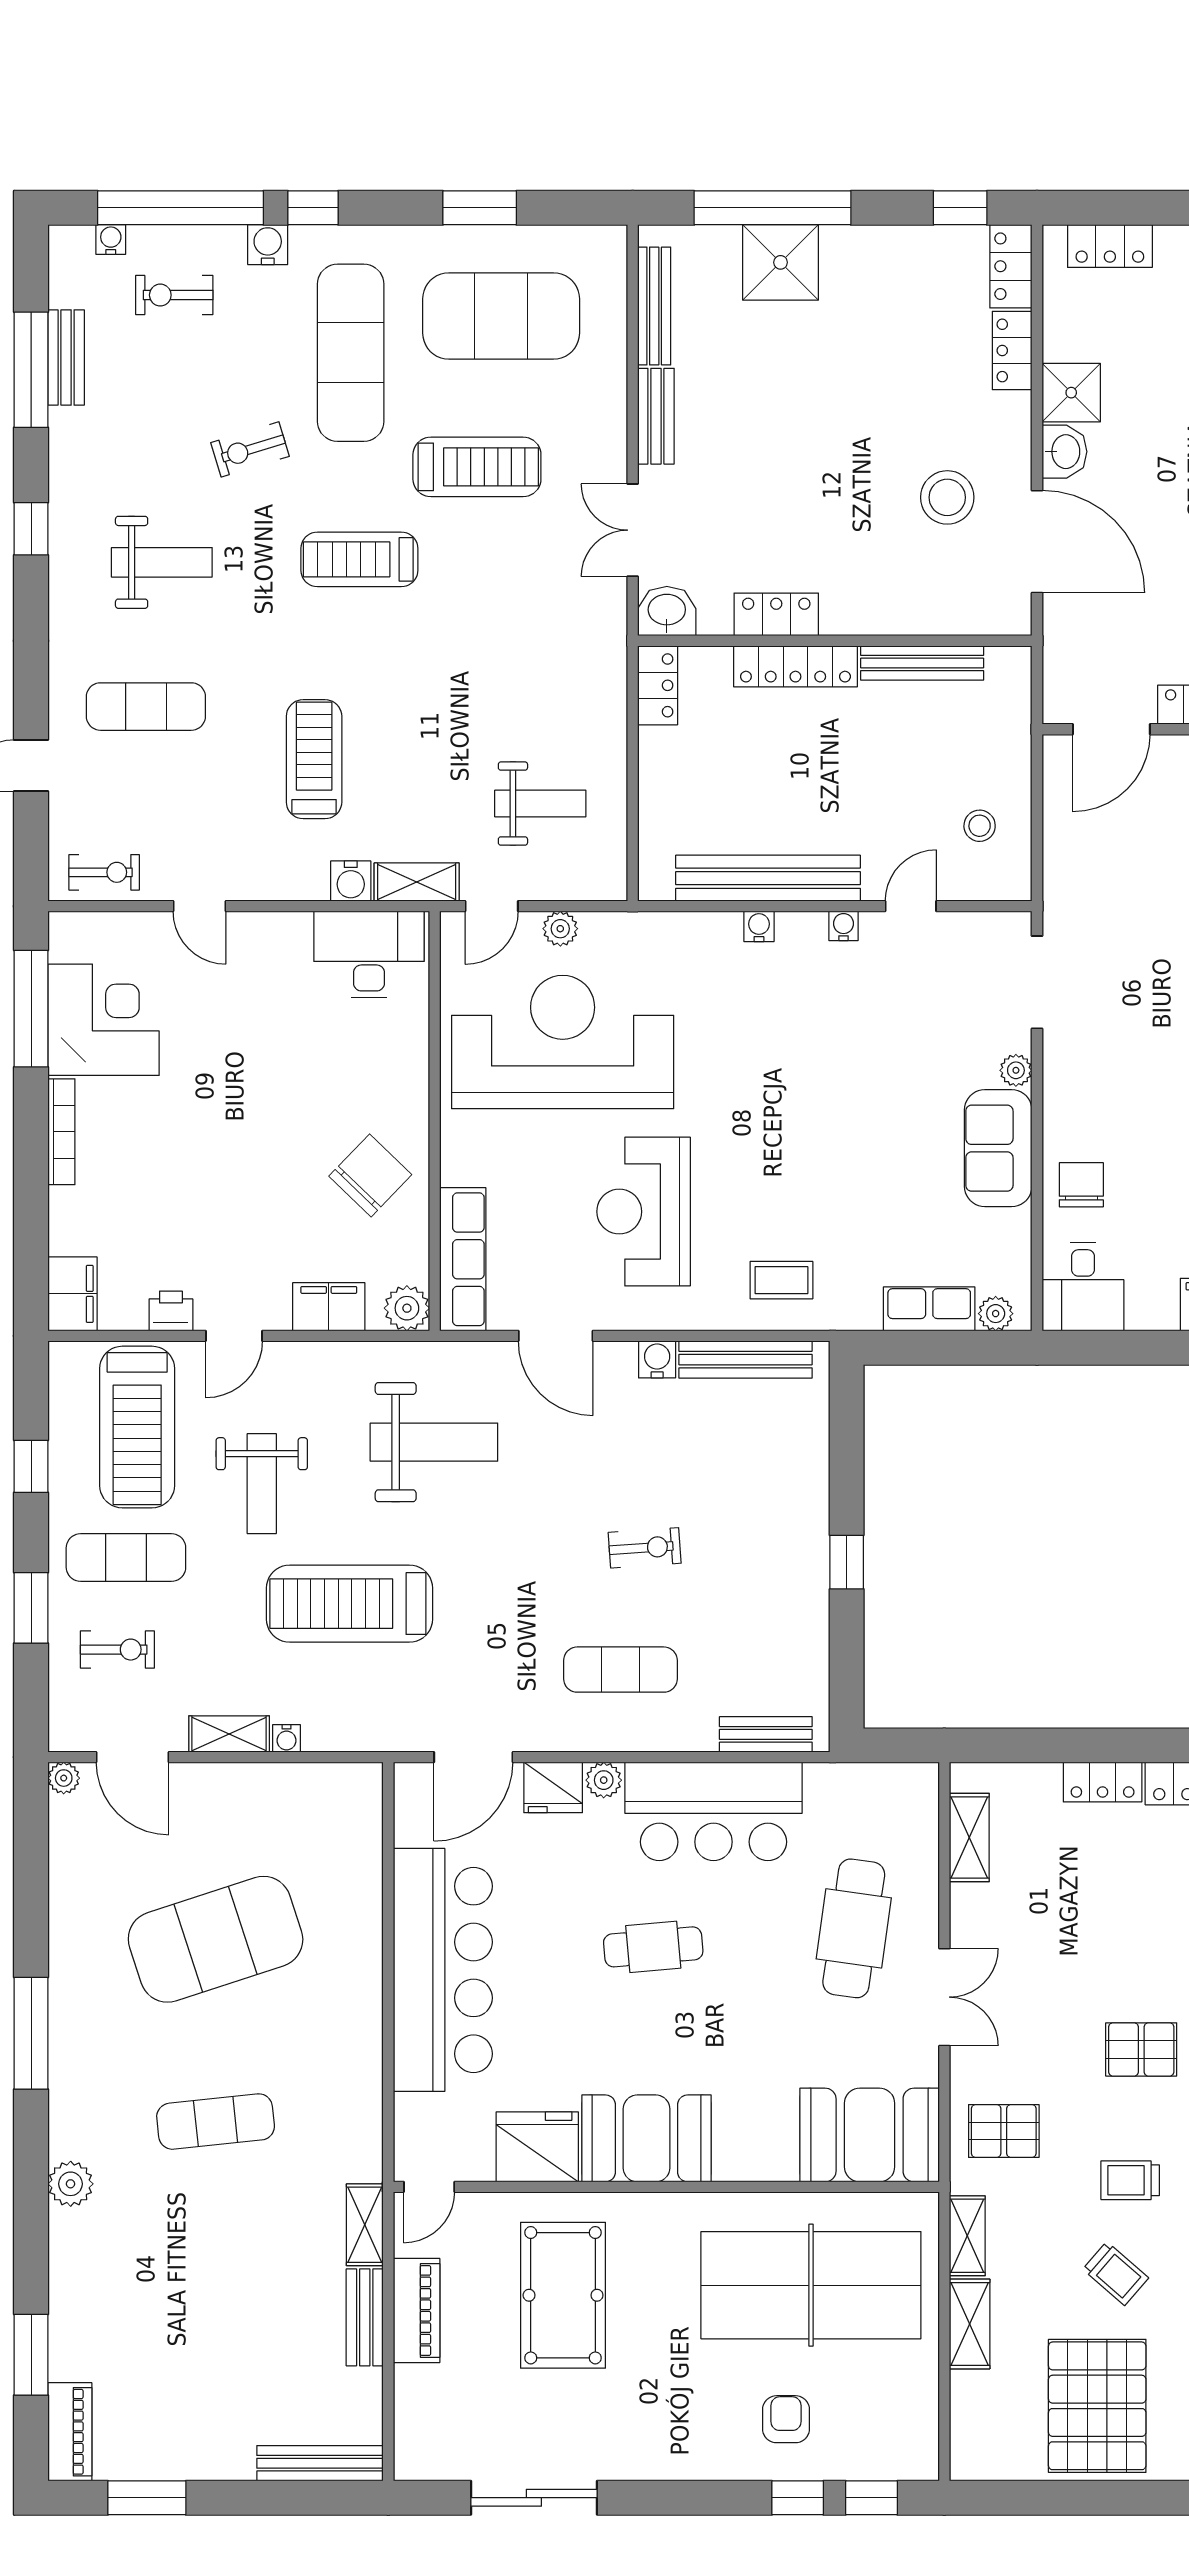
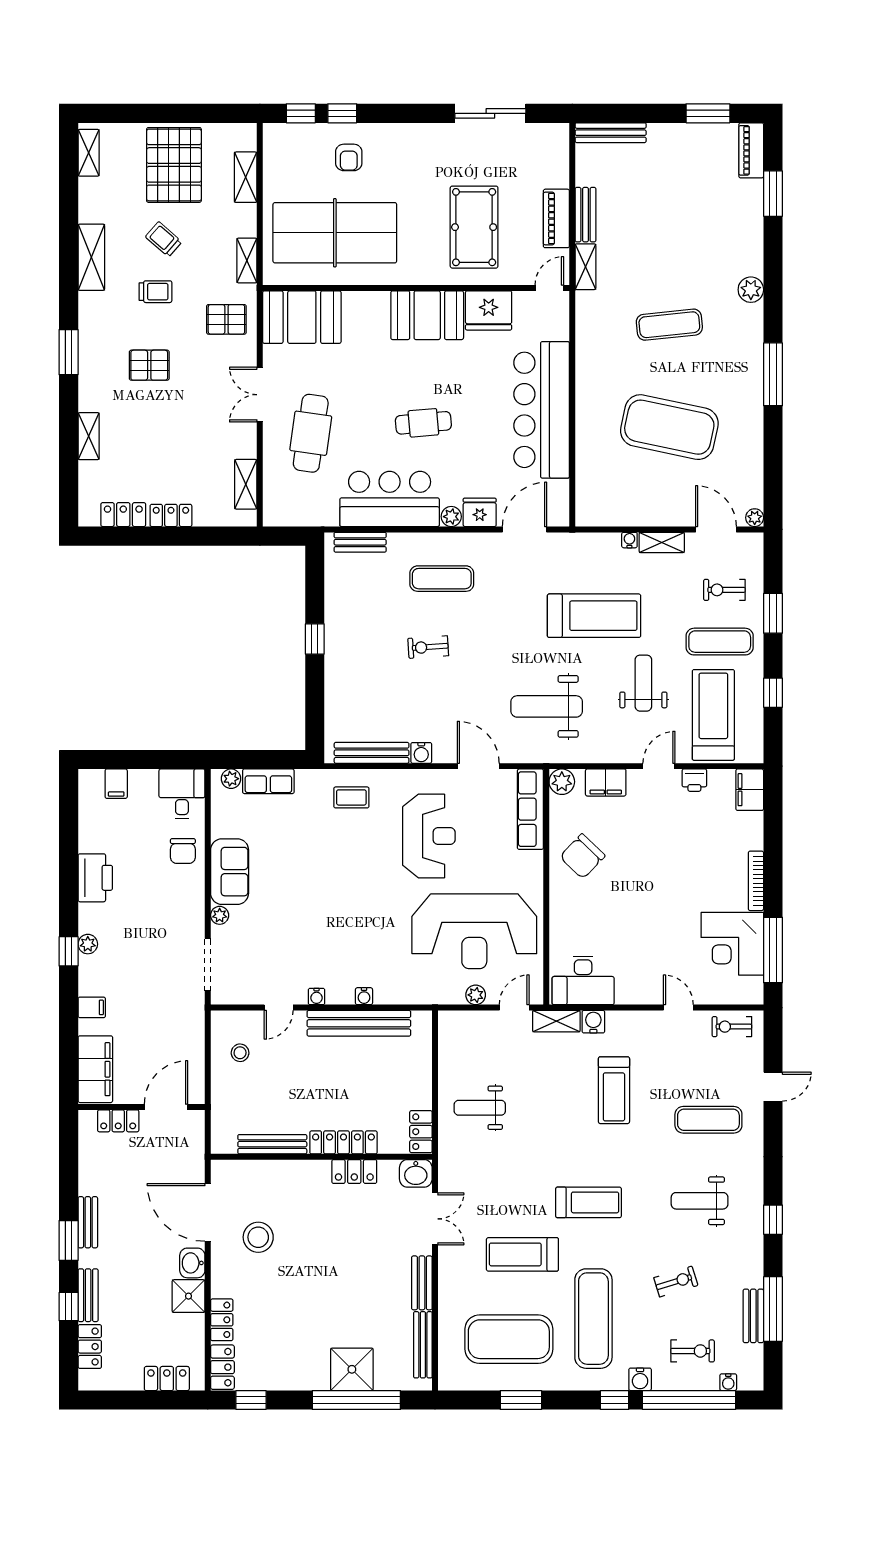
exercise bike: (250, 449) -> (676, 1282), moved
weight bench: (540, 804) -> (480, 1108), moved
exercise mat: (216, 1939) -> (669, 427), turned 30
shelving: (970, 2324) -> (246, 177), moved

